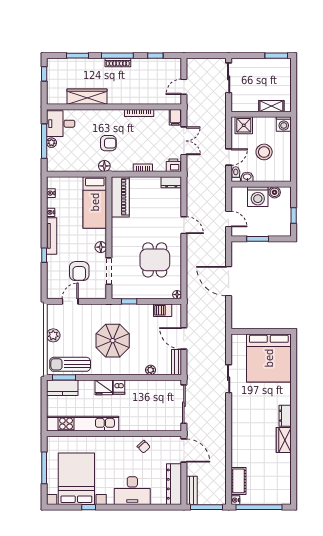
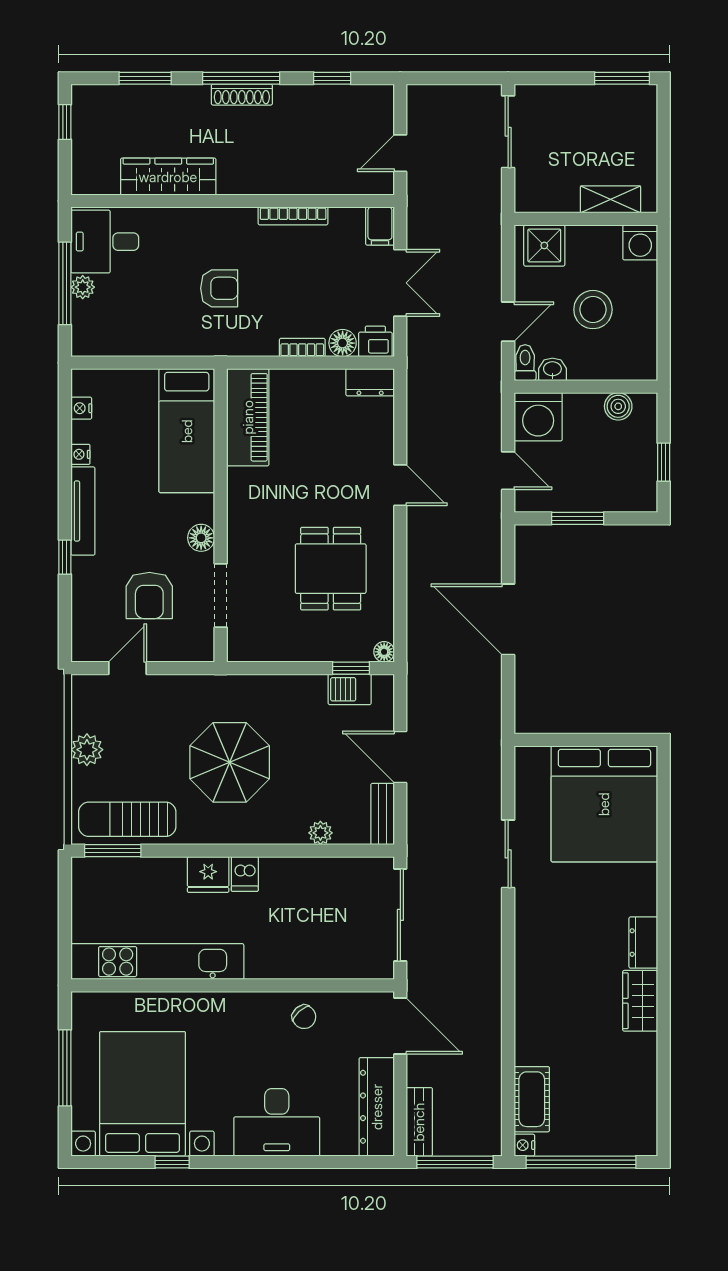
floor lamp: (104, 166) -> (343, 343), moved
washing machine: (258, 197) -> (538, 417), moved
window: (129, 301) -> (351, 668), moved
kitchen counter: (62, 388) -> (108, 875), removed

